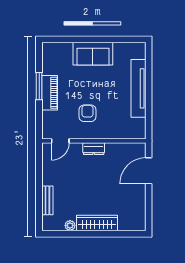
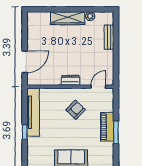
window: (149, 87) -> (25, 132), added
tv unit: (138, 88) -> (33, 112), moved
armchair: (87, 113) -> (76, 110), turned -136

